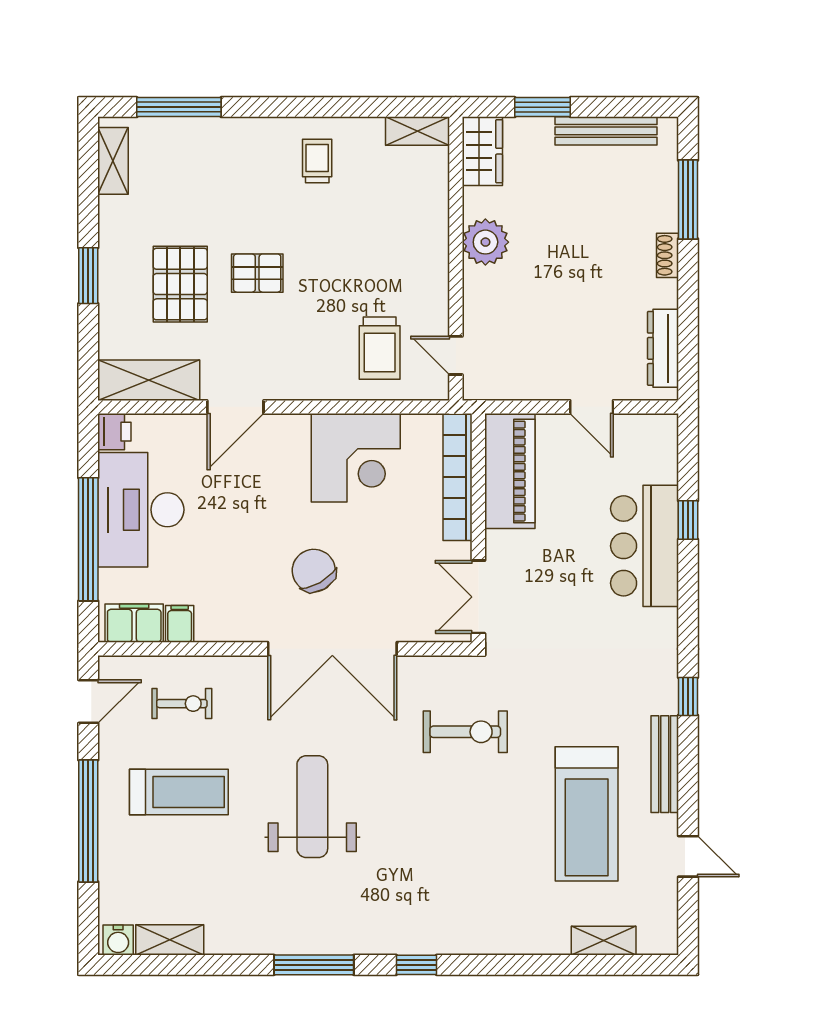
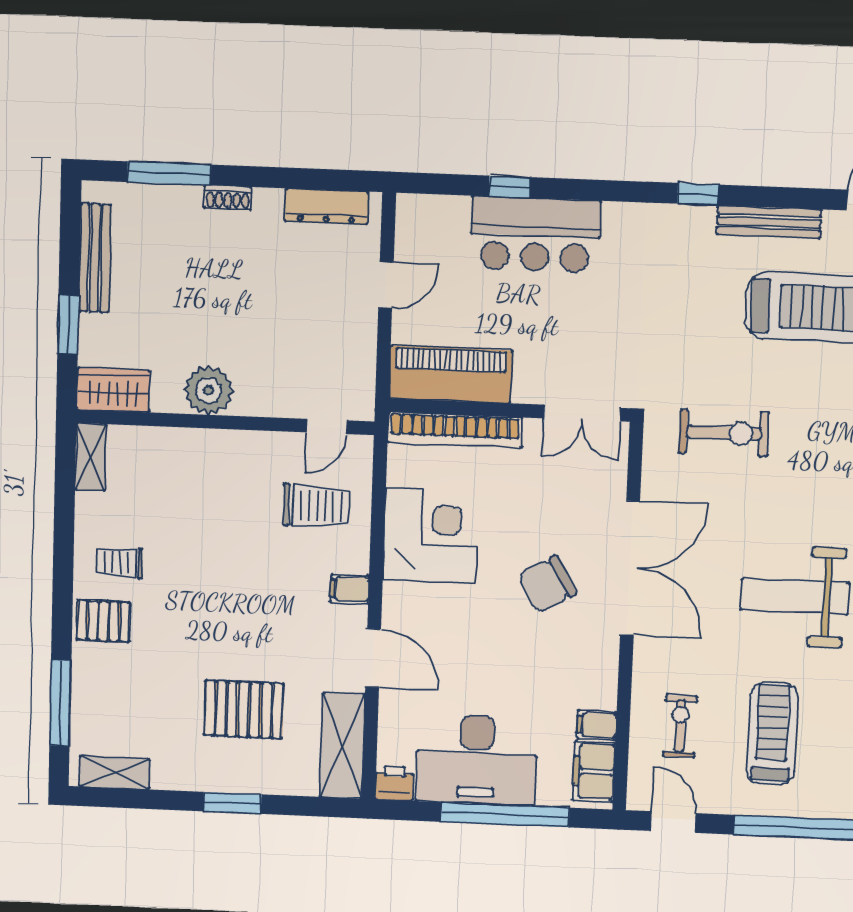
pallet: (257, 273) -> (103, 621), moved, turned 90
filing cabinet: (301, 382) -> (350, 589), added
exercise bike: (465, 732) -> (724, 433), turned 90

